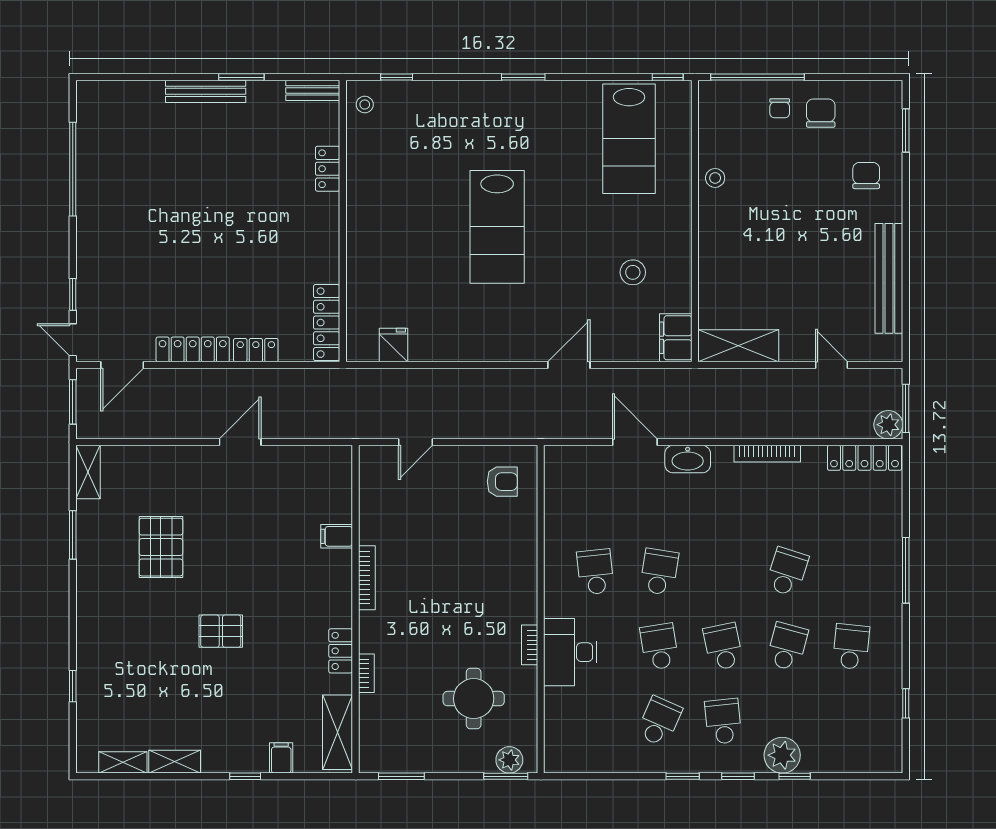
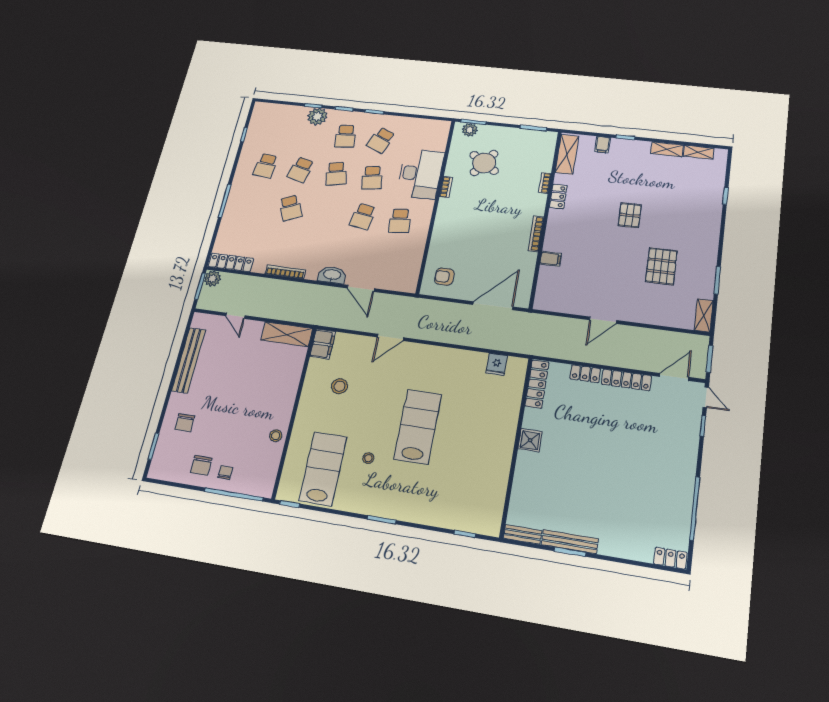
bench: (206, 91) -> (570, 542), moved
stool: (365, 104) -> (368, 458), moved
locker: (328, 169) -> (670, 558), moved, turned -90
shower: (323, 232) -> (530, 440), added
door: (416, 442) -> (493, 306), width x1.88
school desk: (787, 572) -> (291, 208), turned -42
pallet: (221, 631) -> (630, 215), turned 90
desk: (570, 652) -> (420, 174), width x1.36, depth x1.30
round table: (474, 699) -> (484, 163), turned 34

